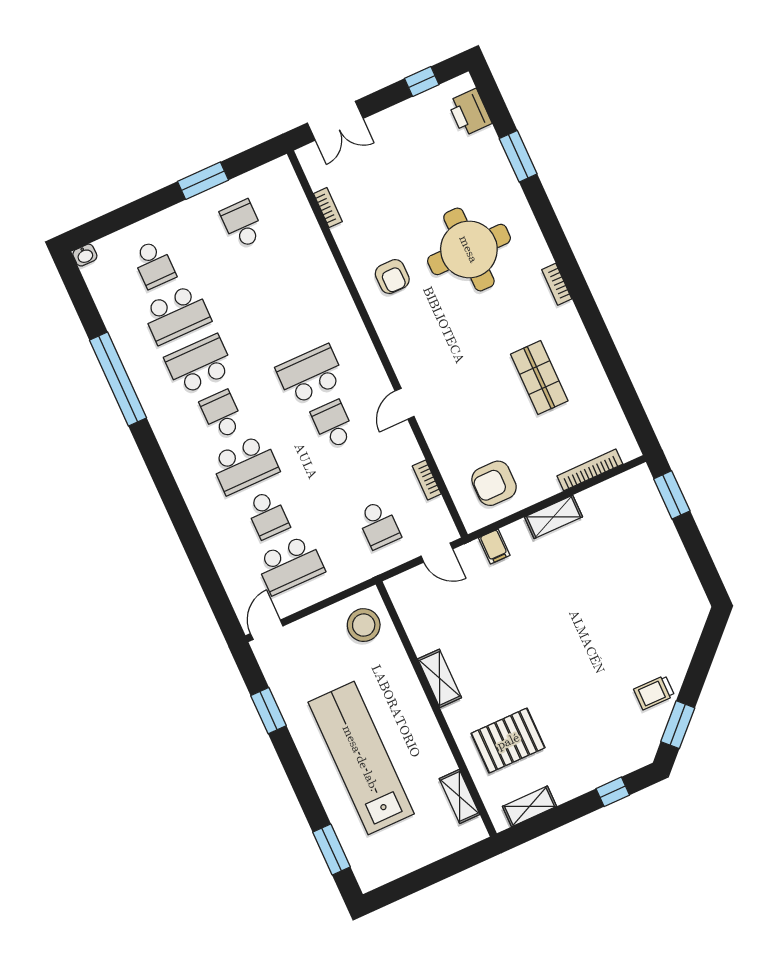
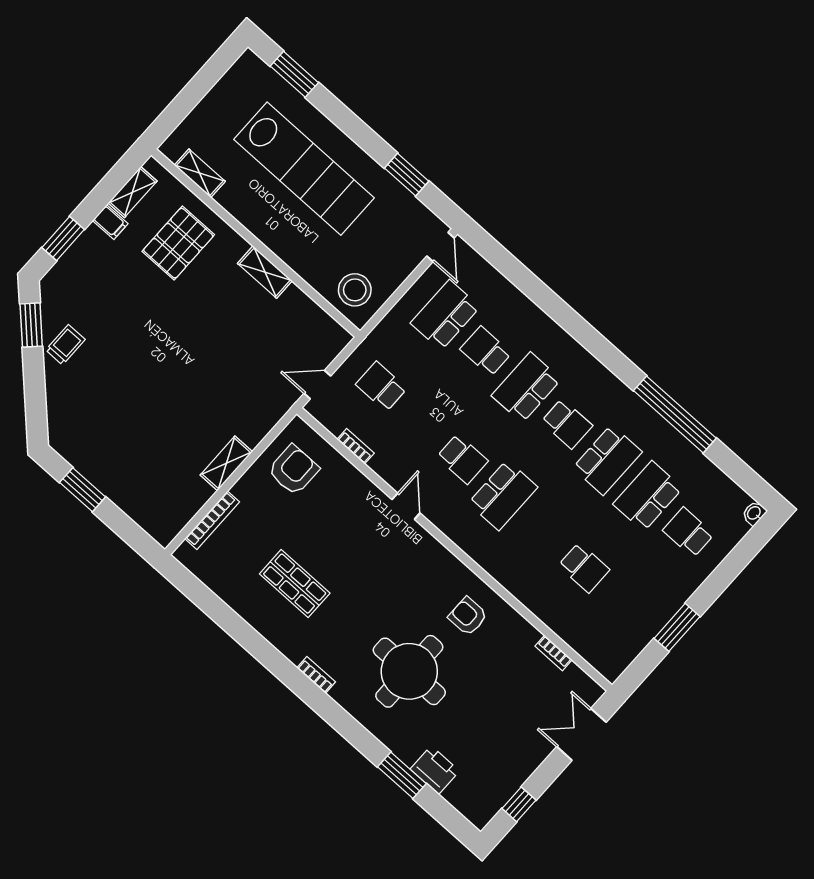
printer: (470, 112) -> (435, 770), moved
school desk: (242, 224) -> (584, 568), moved
window: (672, 495) -> (83, 490), moved
filing cabinet: (494, 547) -> (110, 222), moved, turned 180
window: (613, 792) -> (63, 238), width x1.50

